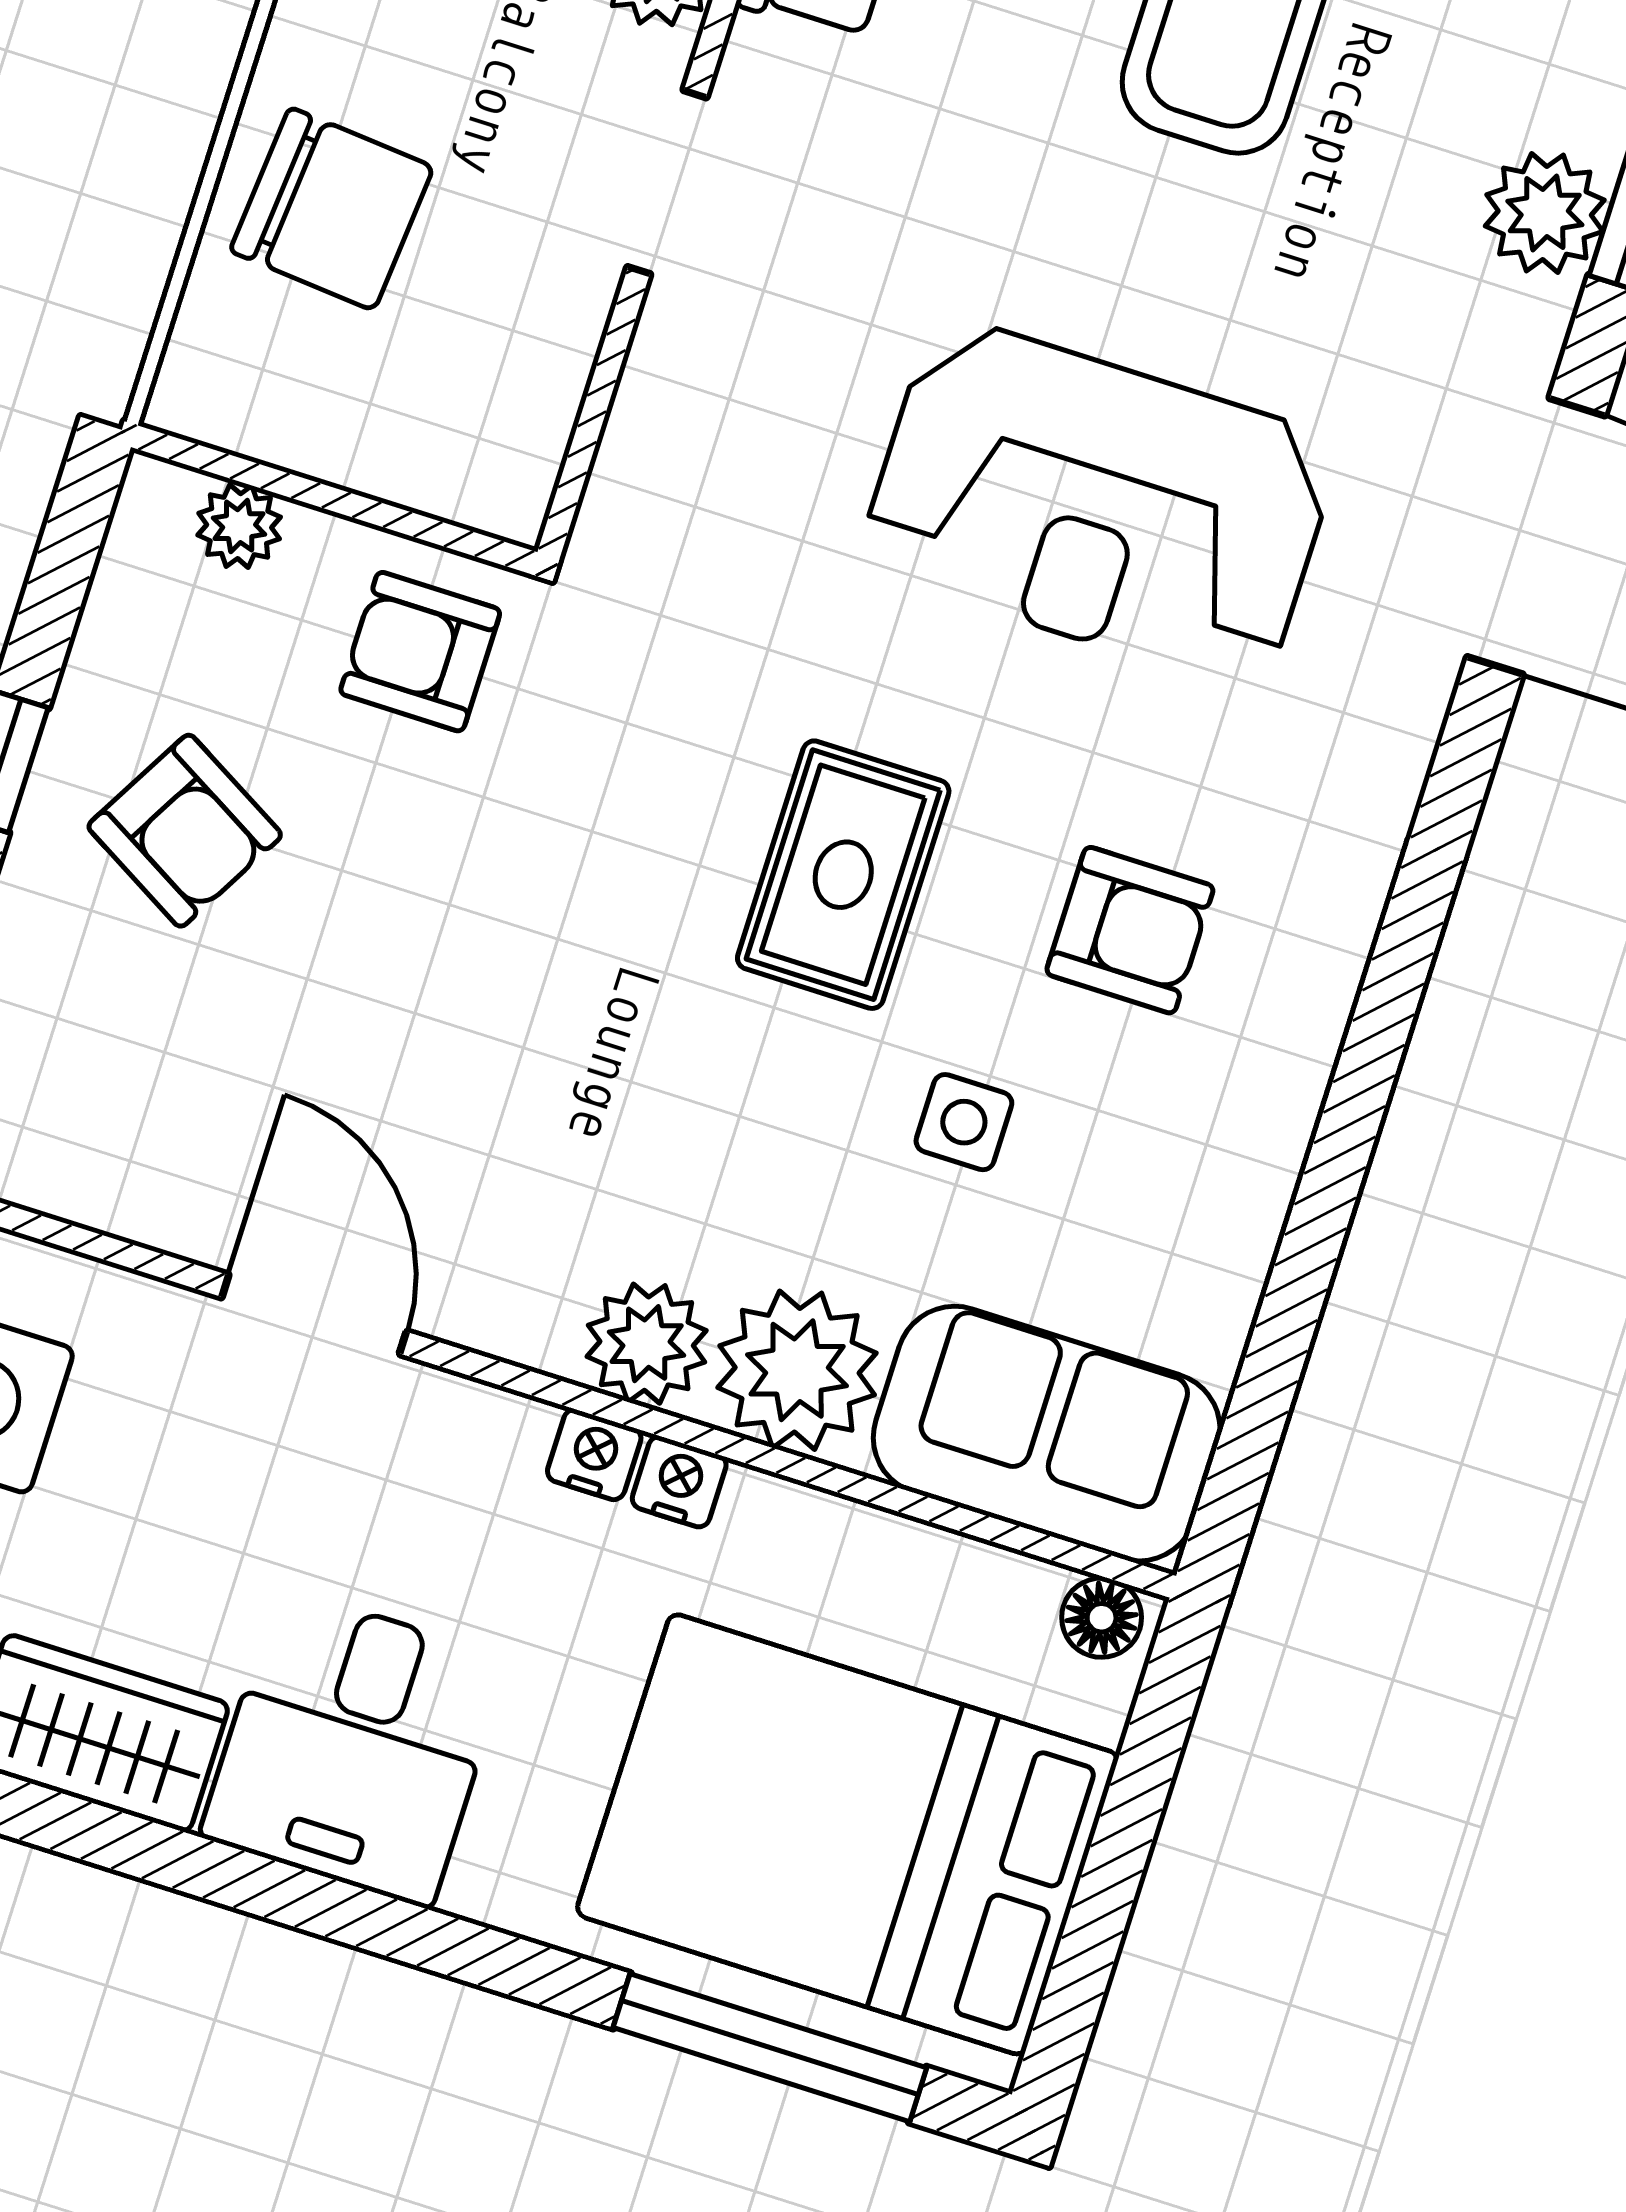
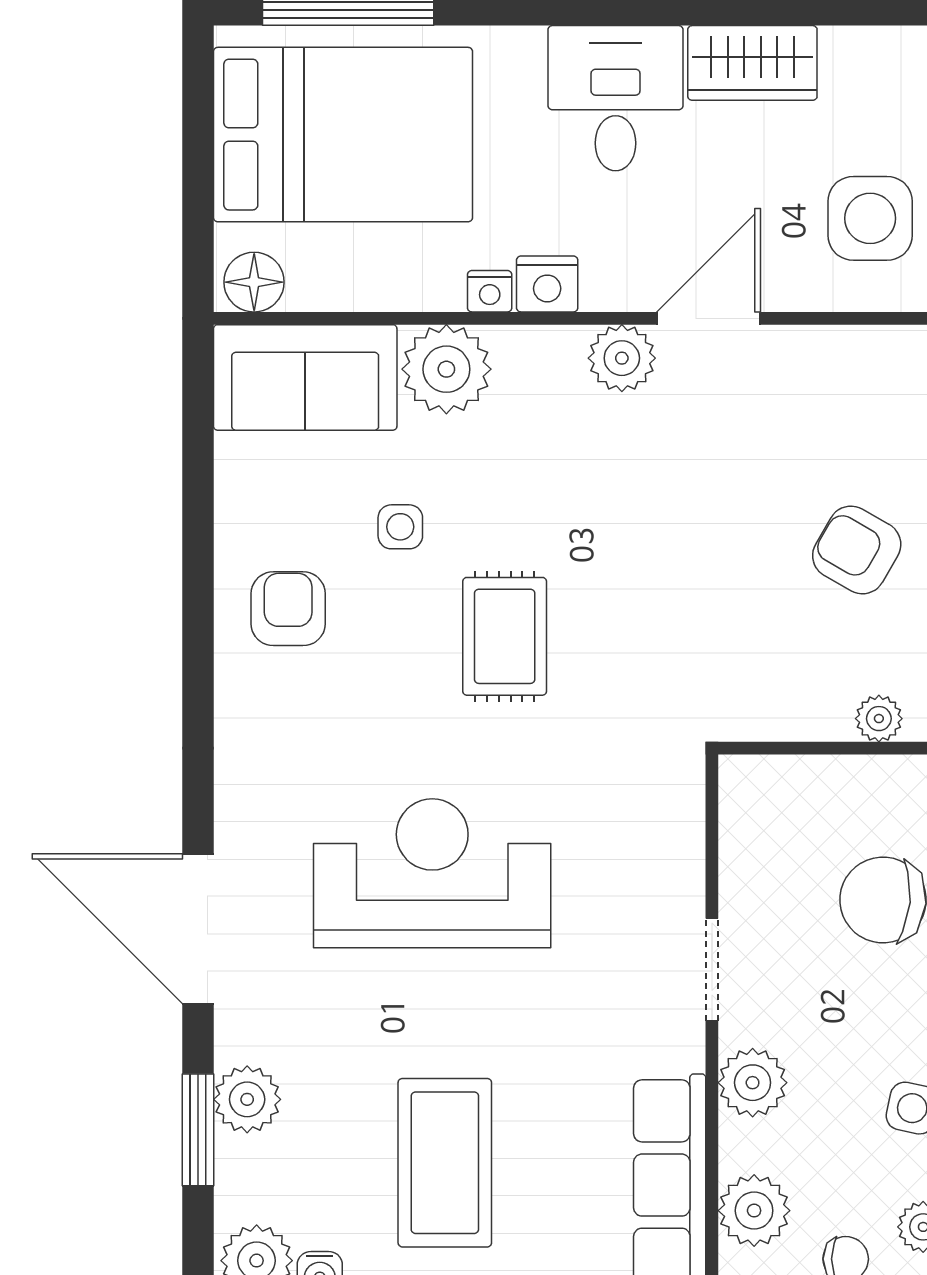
armchair: (420, 652) -> (763, 683), removed
armchair: (1130, 930) -> (288, 609), moved, turned 90
door: (314, 1314) -> (709, 318), swing flipped
plant: (647, 1344) -> (622, 358), moved
nightstand: (594, 1455) -> (547, 284), width x1.39, depth x1.35
floor lamp: (1102, 1618) -> (254, 282), width x1.37, depth x1.37

